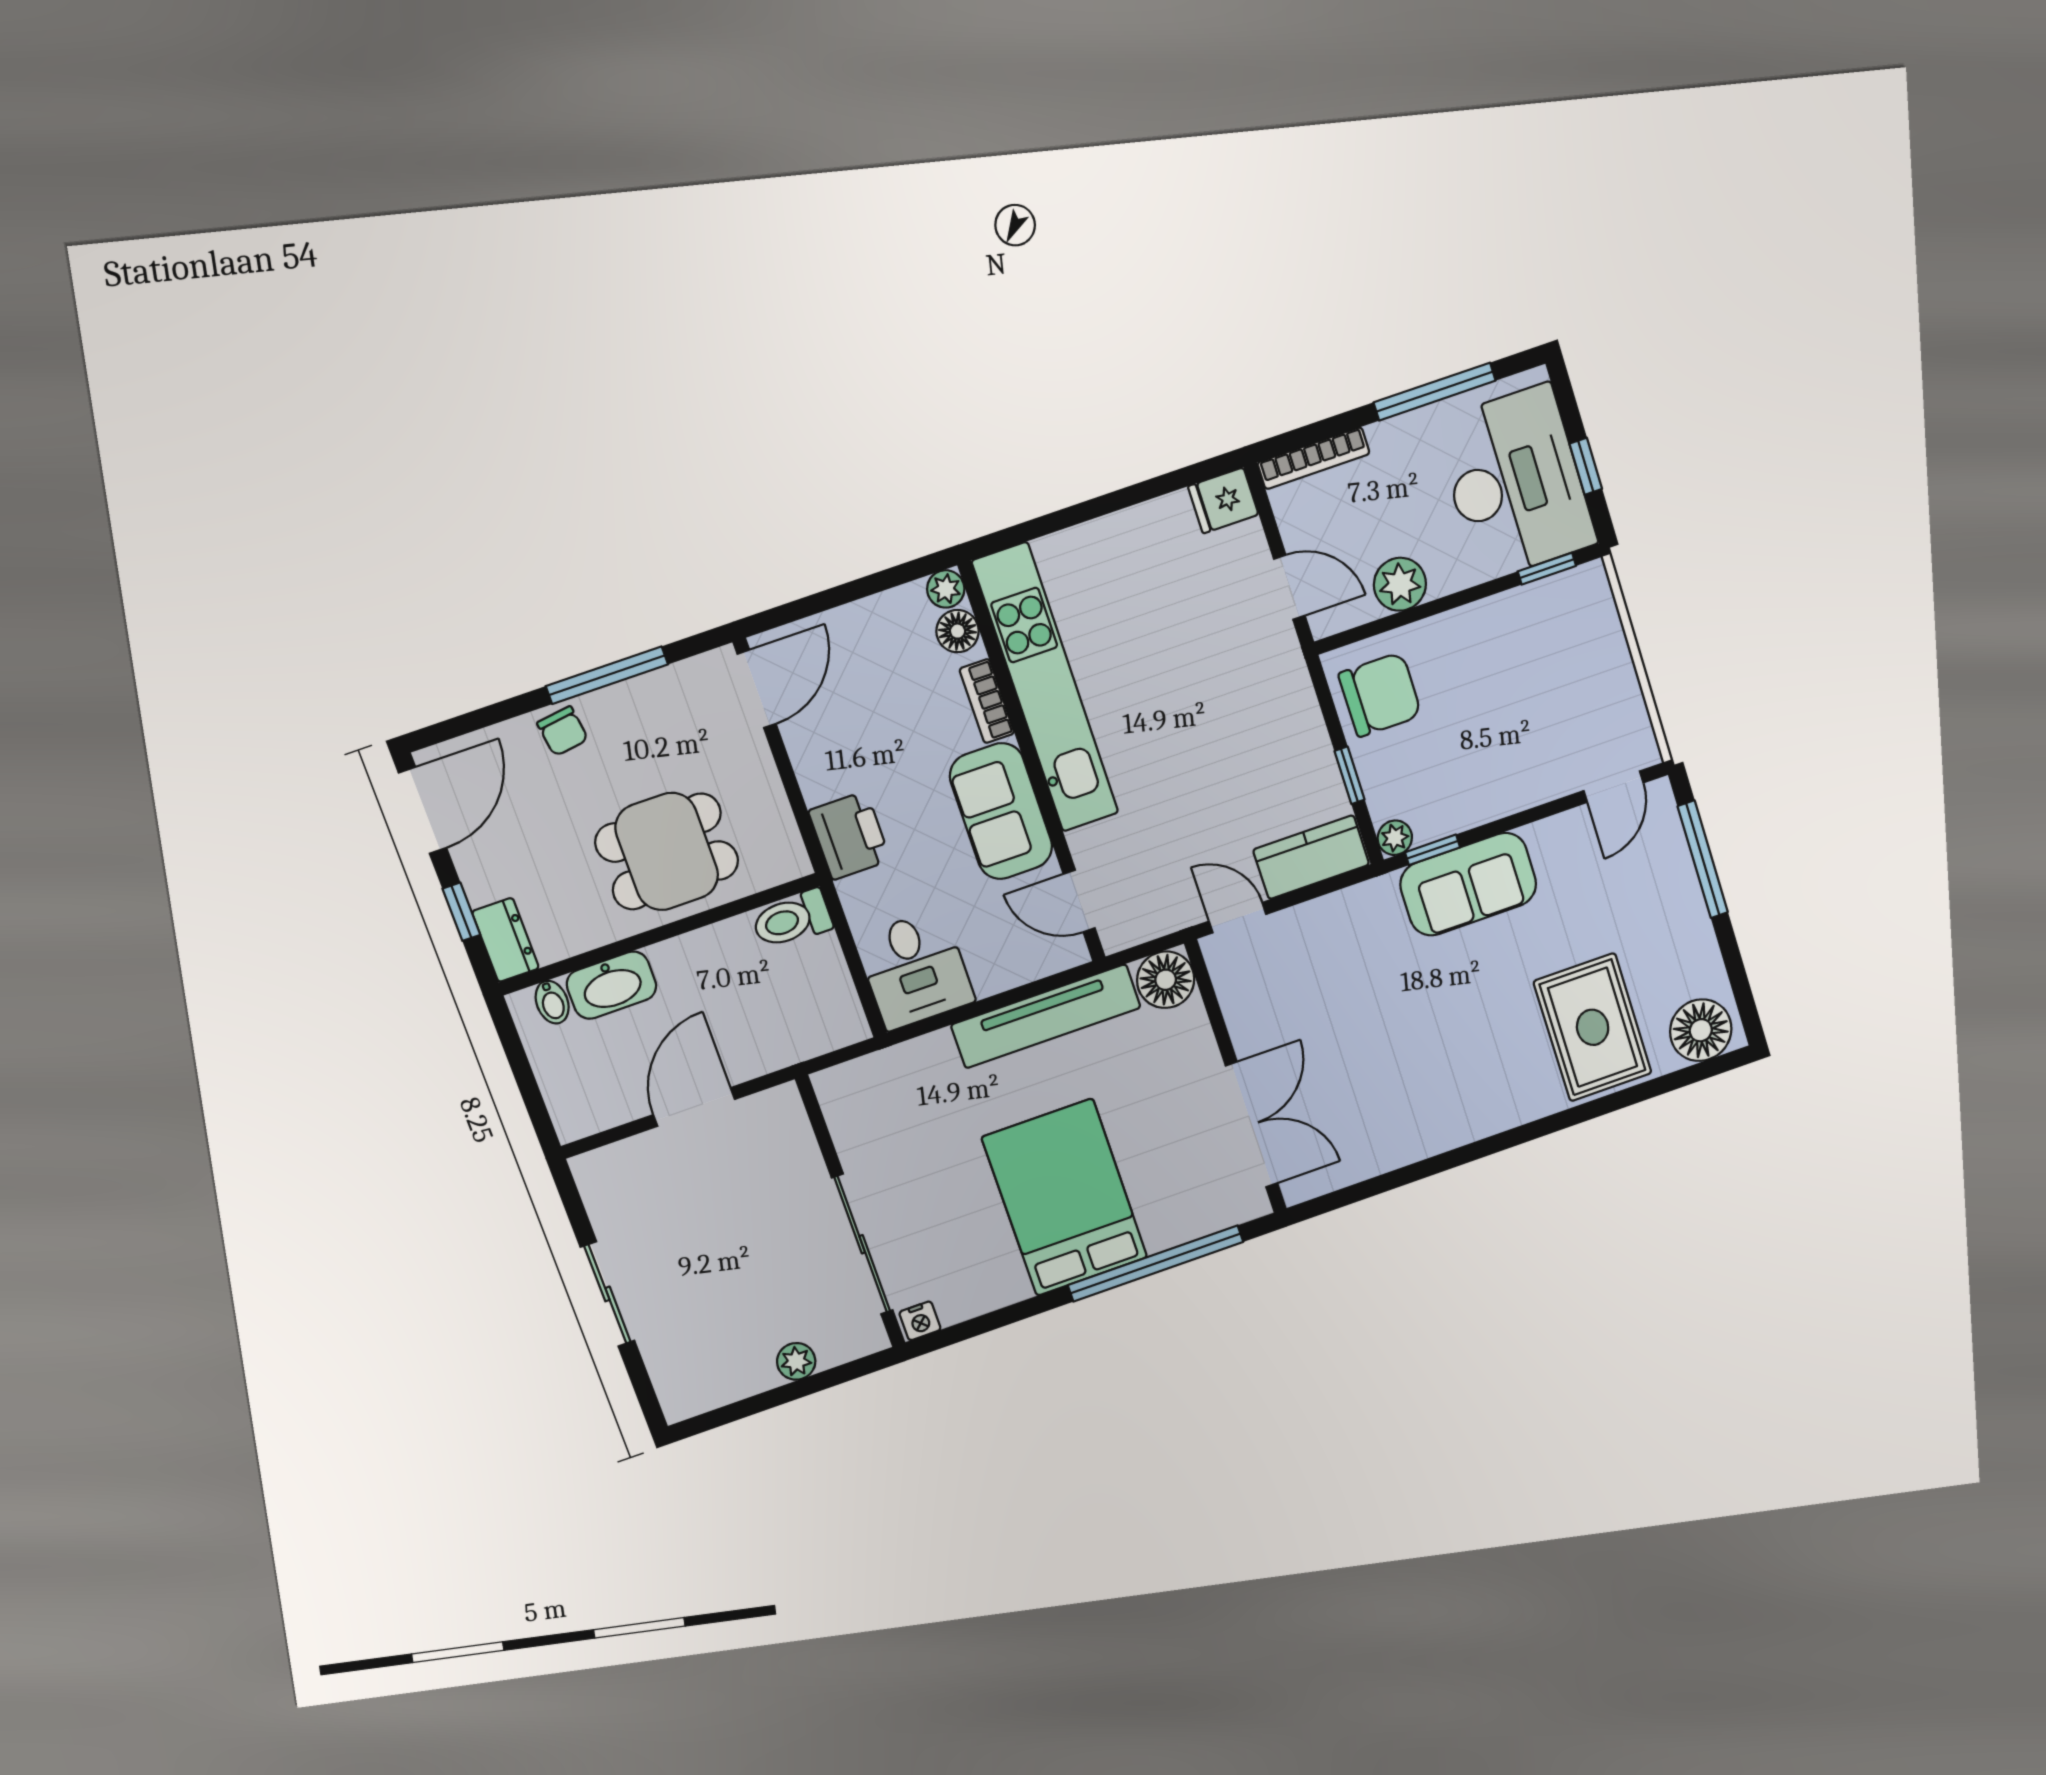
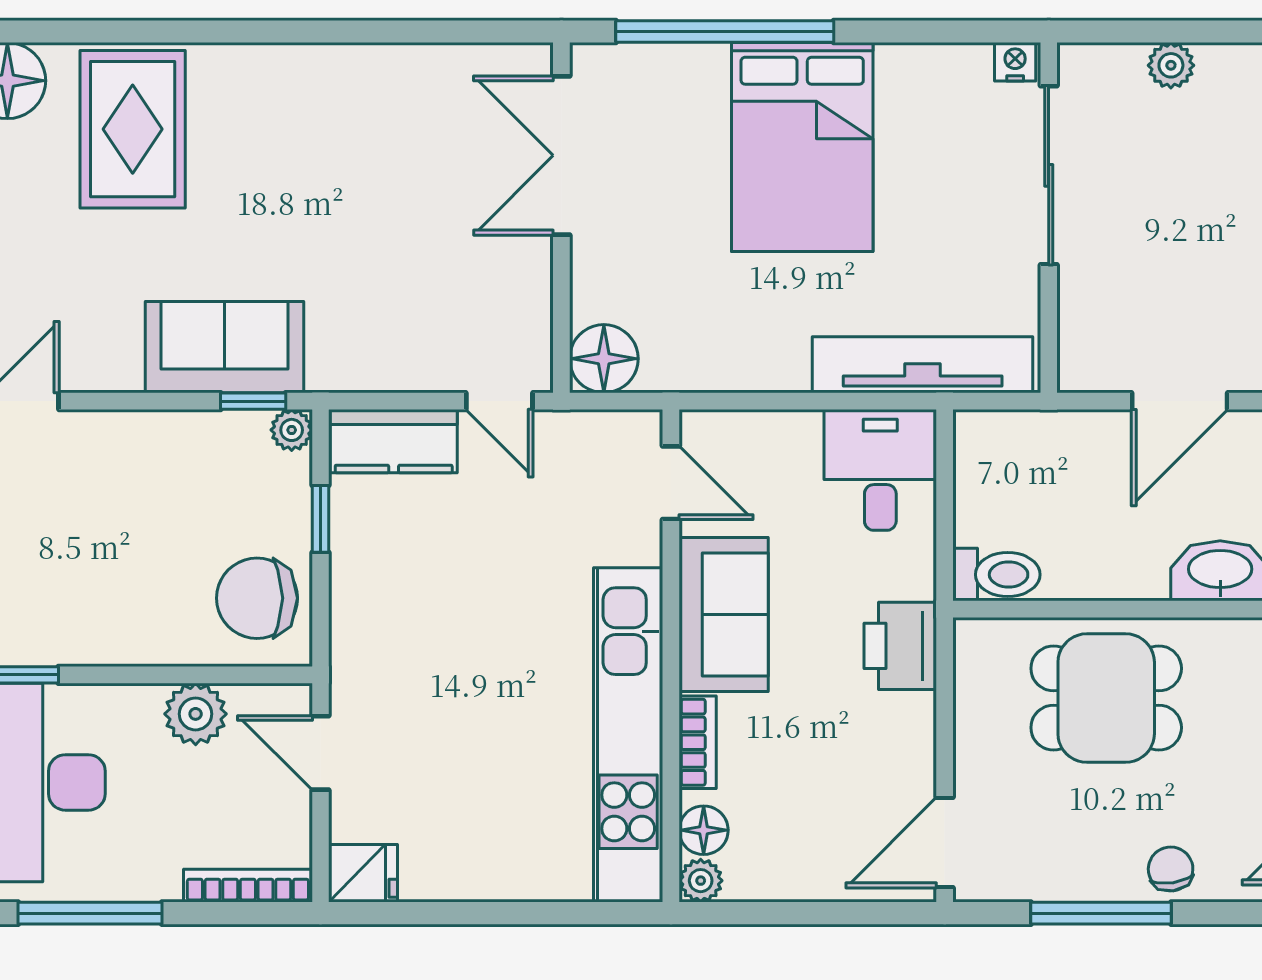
tv unit: (1046, 1016) -> (923, 365), moved

